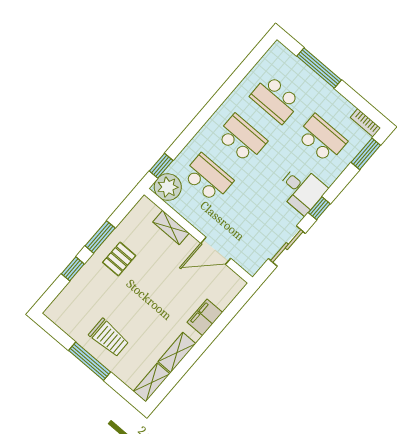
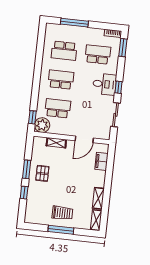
filing cabinet: (205, 317) -> (101, 161), moved

